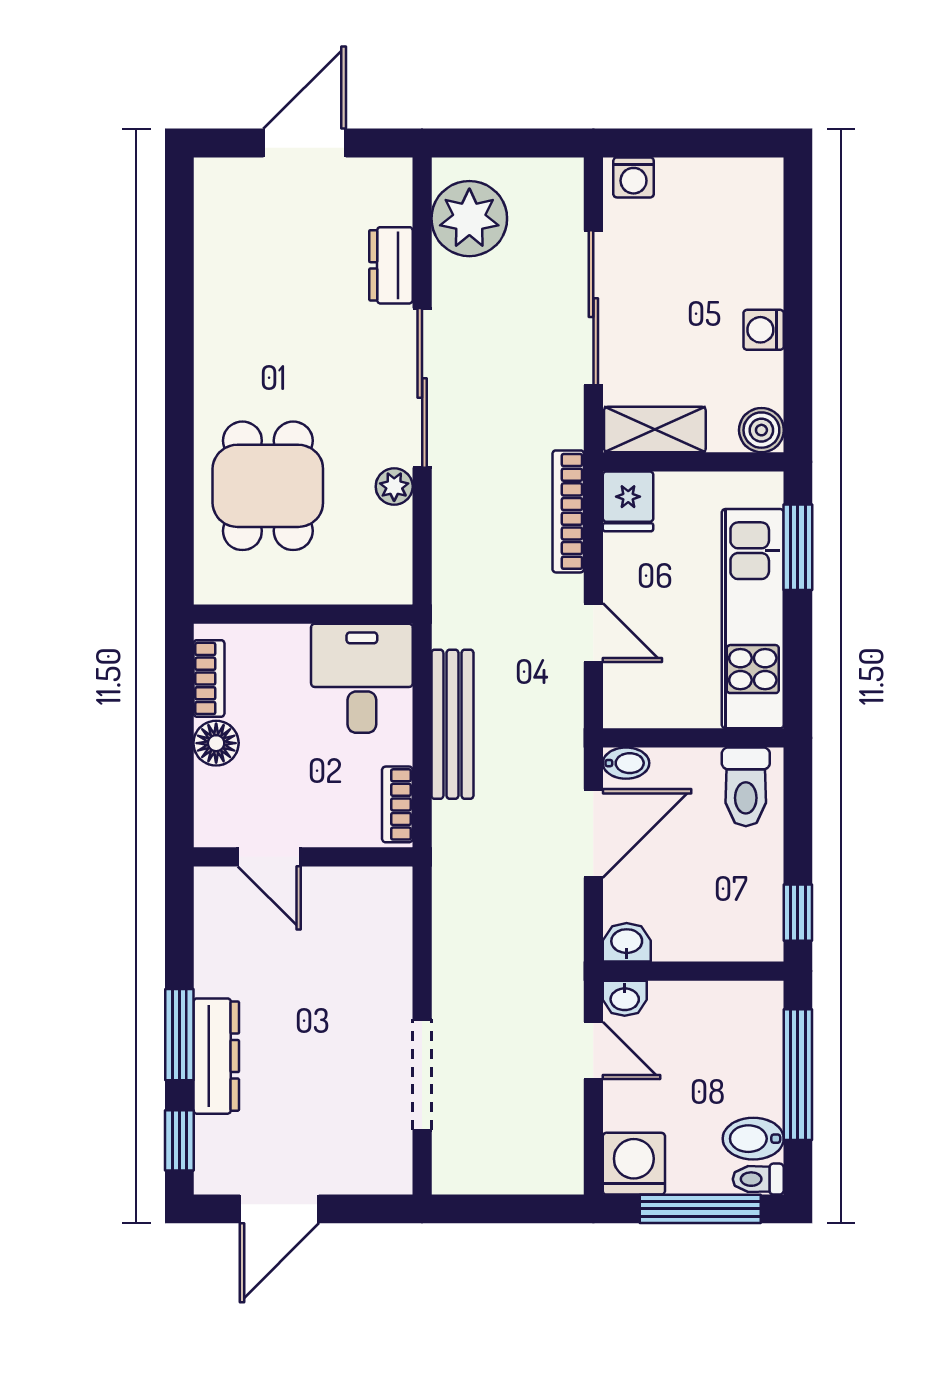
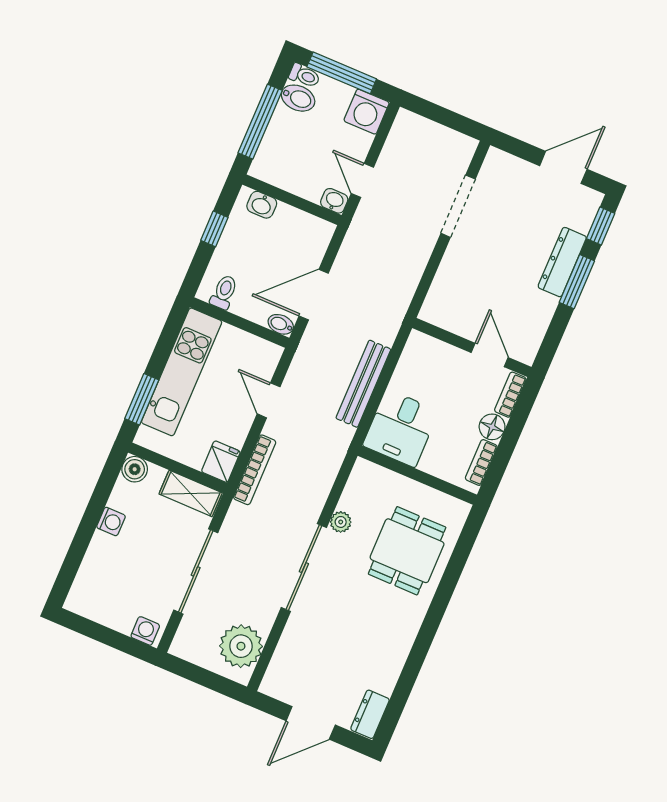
dresser: (391, 265) -> (370, 714), moved, turned 180
toilet: (746, 787) -> (224, 292), width x0.73, depth x0.72
bookcase: (397, 804) -> (510, 395), moved, turned 180
window: (798, 913) -> (214, 229), moved
washbasin: (627, 942) -> (262, 205), moved

